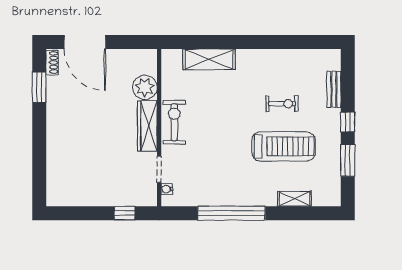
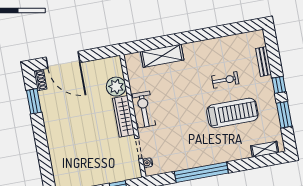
shelving: (294, 199) -> (265, 149), moved

